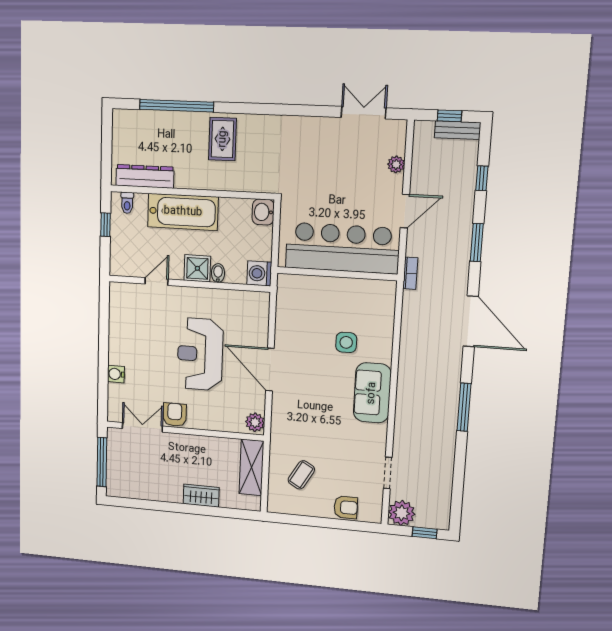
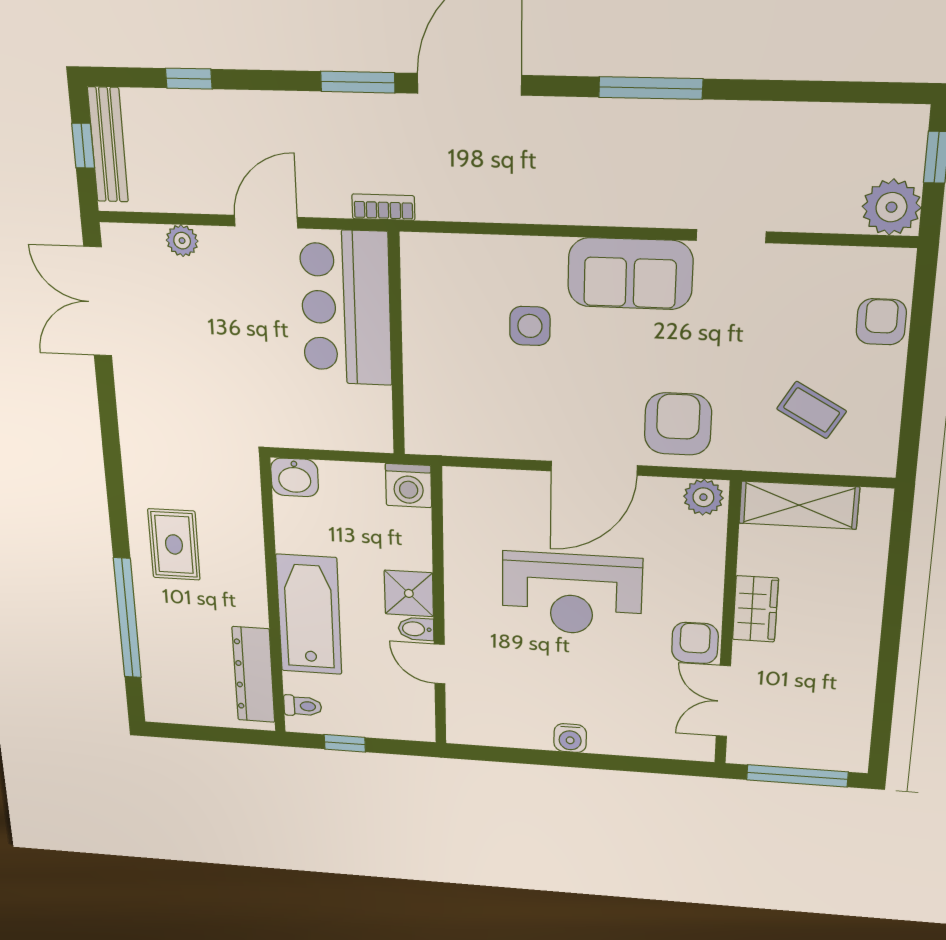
double door: (364, 113) -> (98, 302), width x1.37
bench: (458, 130) -> (108, 145), width x1.36
rug: (223, 139) -> (174, 544), turned 90
door: (405, 211) -> (266, 222), hinge flipped
window: (477, 243) -> (358, 82), moved
bar counter: (342, 248) -> (346, 308), width x0.73
bidet: (218, 273) -> (416, 629), moved
water cooler: (116, 374) -> (570, 738), moved
armchair: (294, 412) -> (678, 424), added
armchair: (175, 415) -> (695, 643), turned 90
doorway: (388, 473) -> (731, 236), moved
wardrobe: (201, 496) -> (755, 609), moved, turned 180

